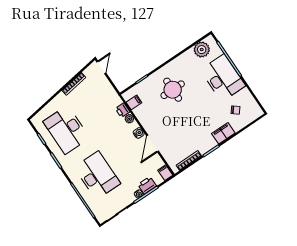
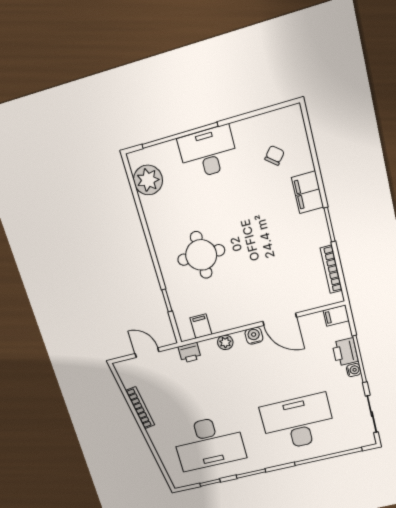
door: (101, 67) -> (147, 353), moved
desk: (223, 78) -> (208, 152), width x0.73, depth x0.77
printer: (123, 110) -> (190, 353), moved

